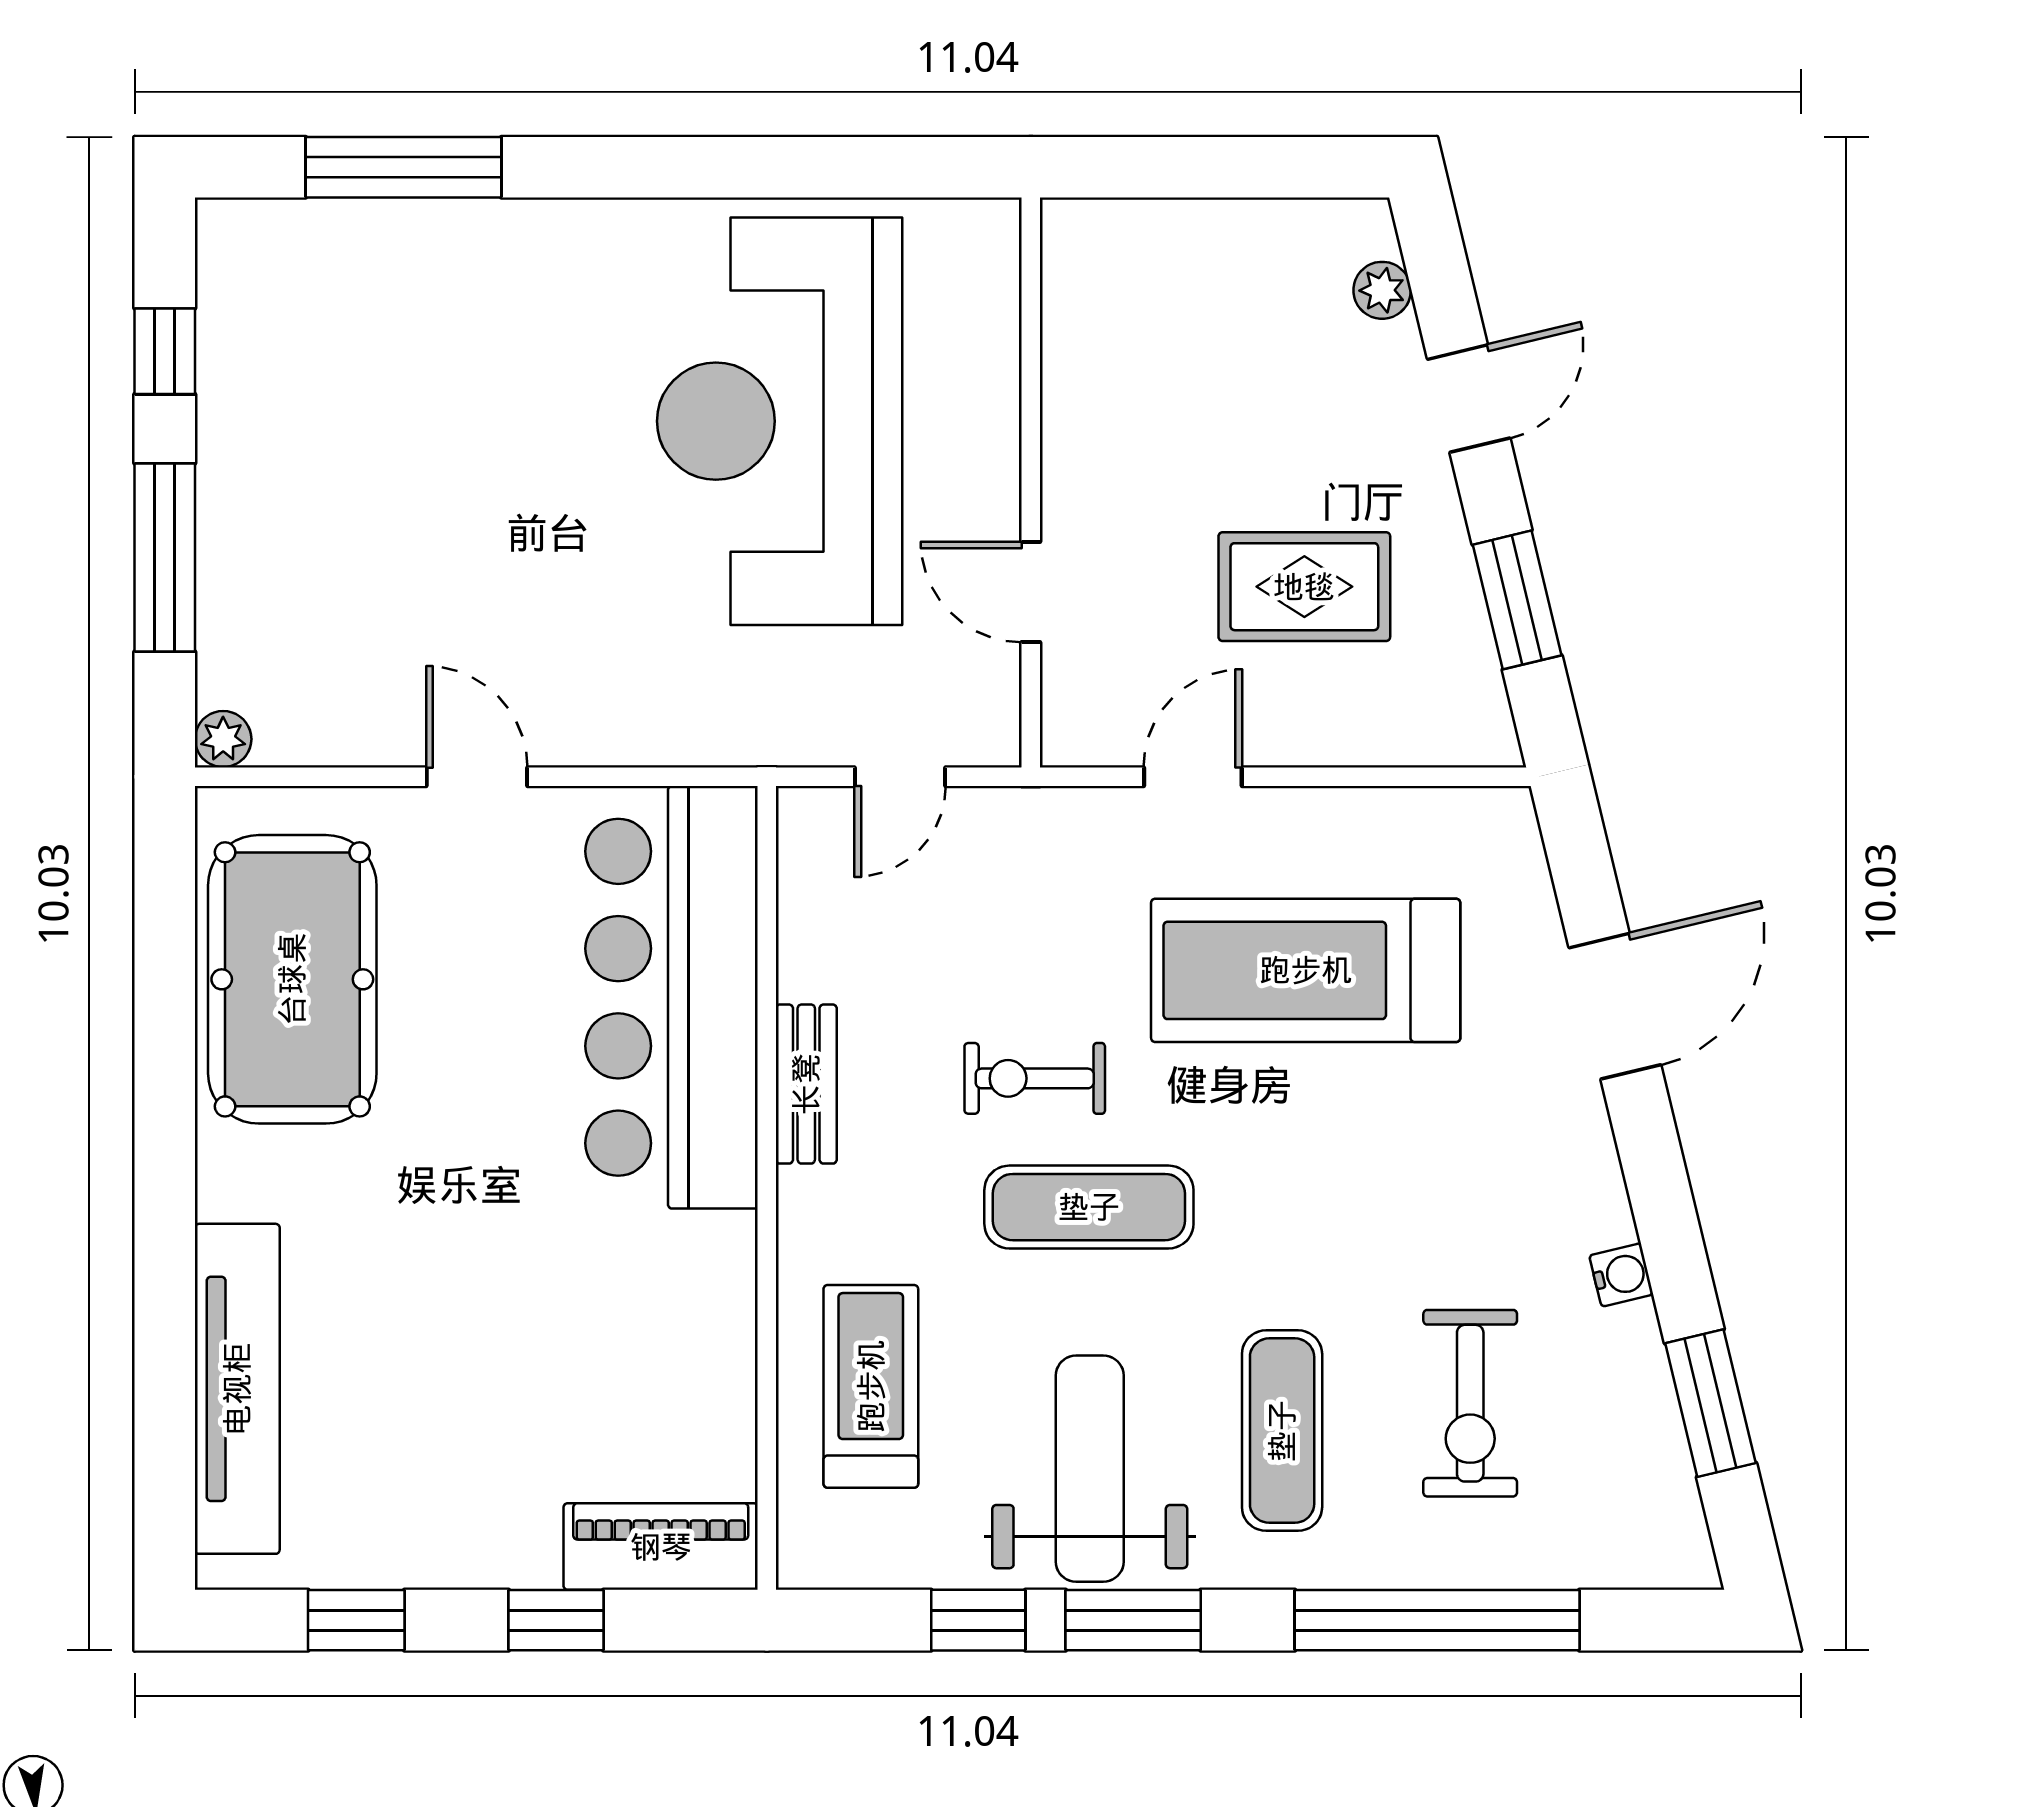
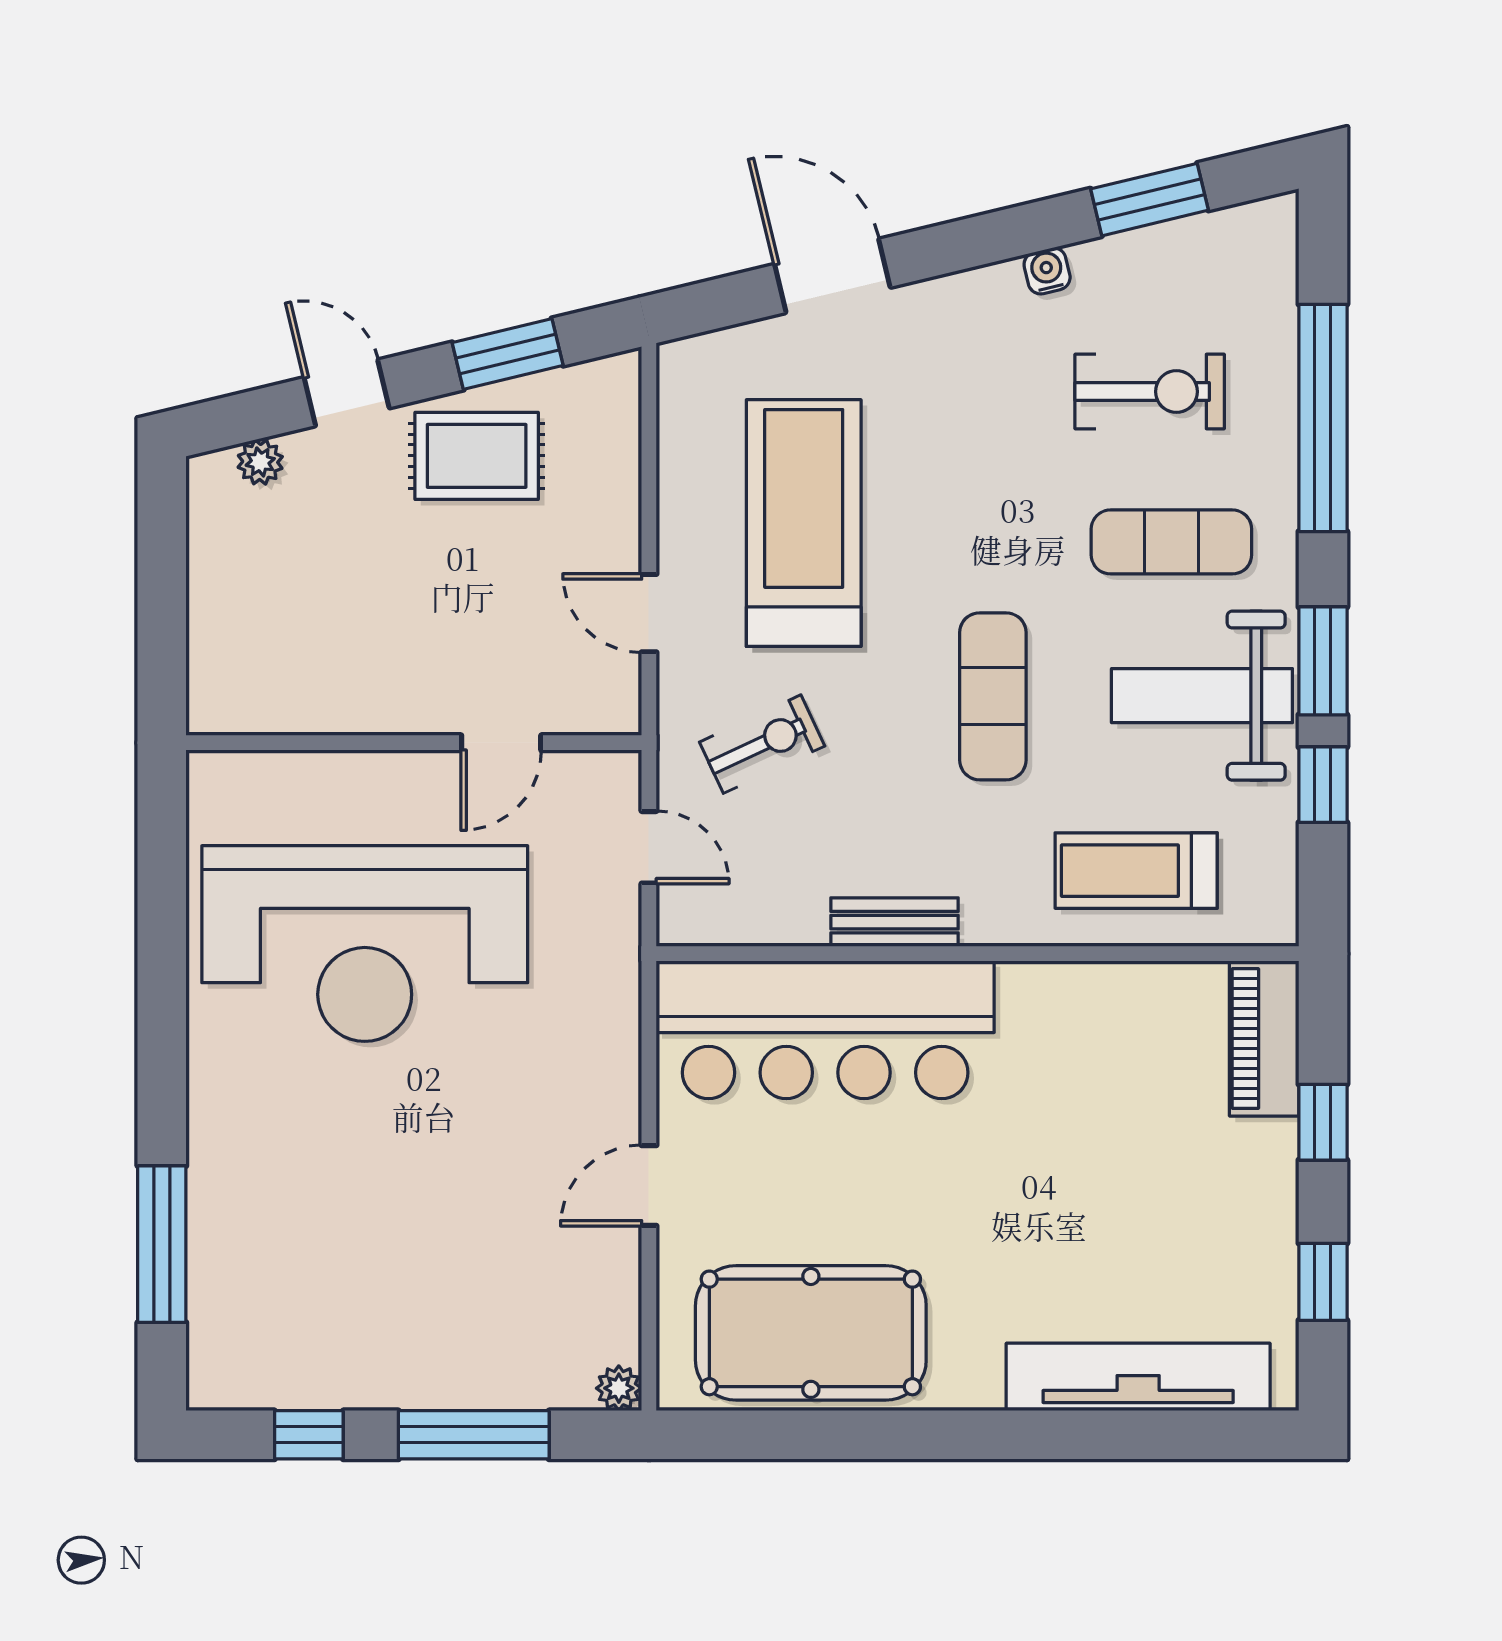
rug: (1304, 587) -> (477, 456), moved, turned 90
treadmill: (1306, 970) -> (804, 523), turned 180
exercise bike: (1035, 1078) -> (762, 744), moved, turned -115

